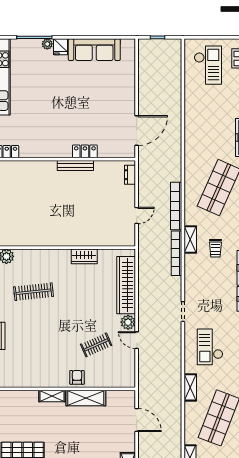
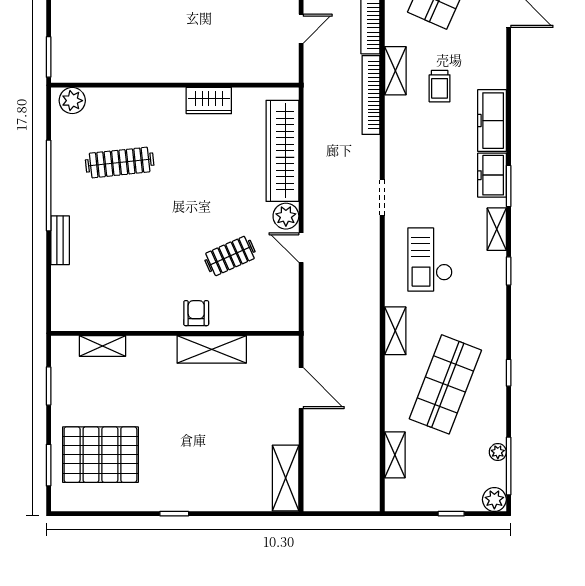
shelving: (52, 396) -> (102, 346), moved

